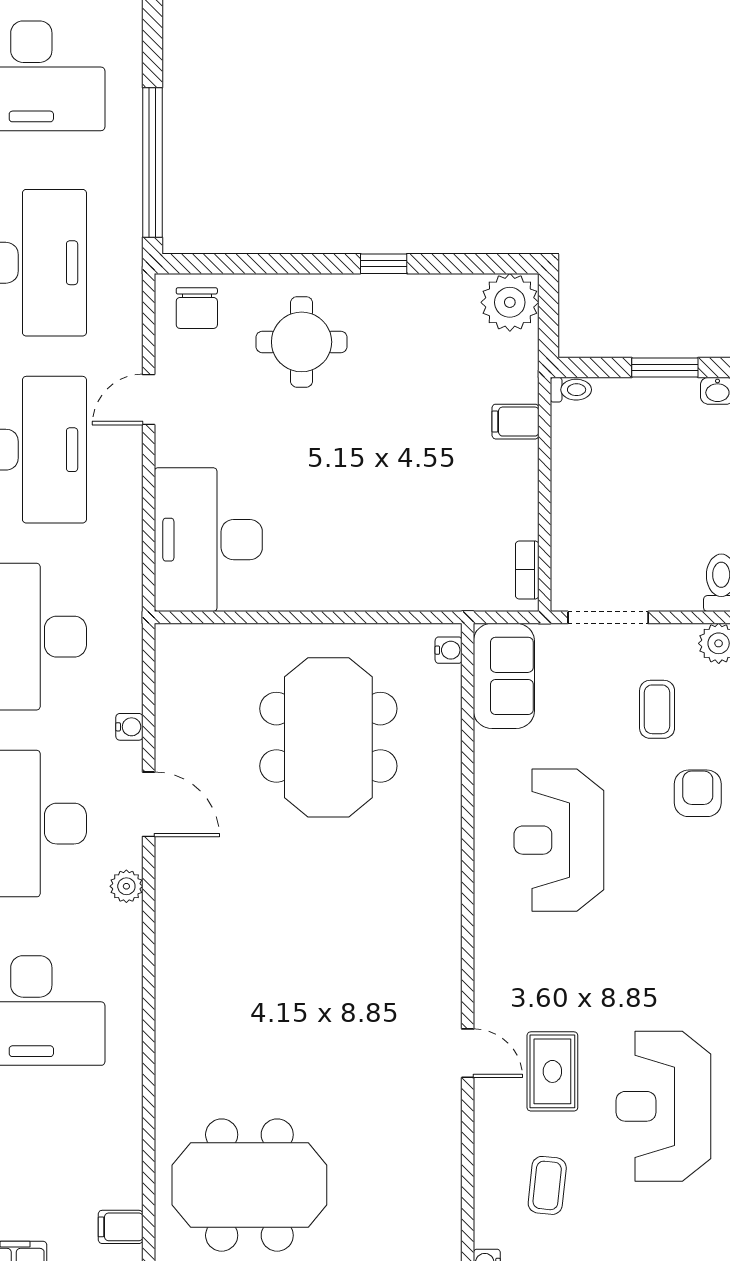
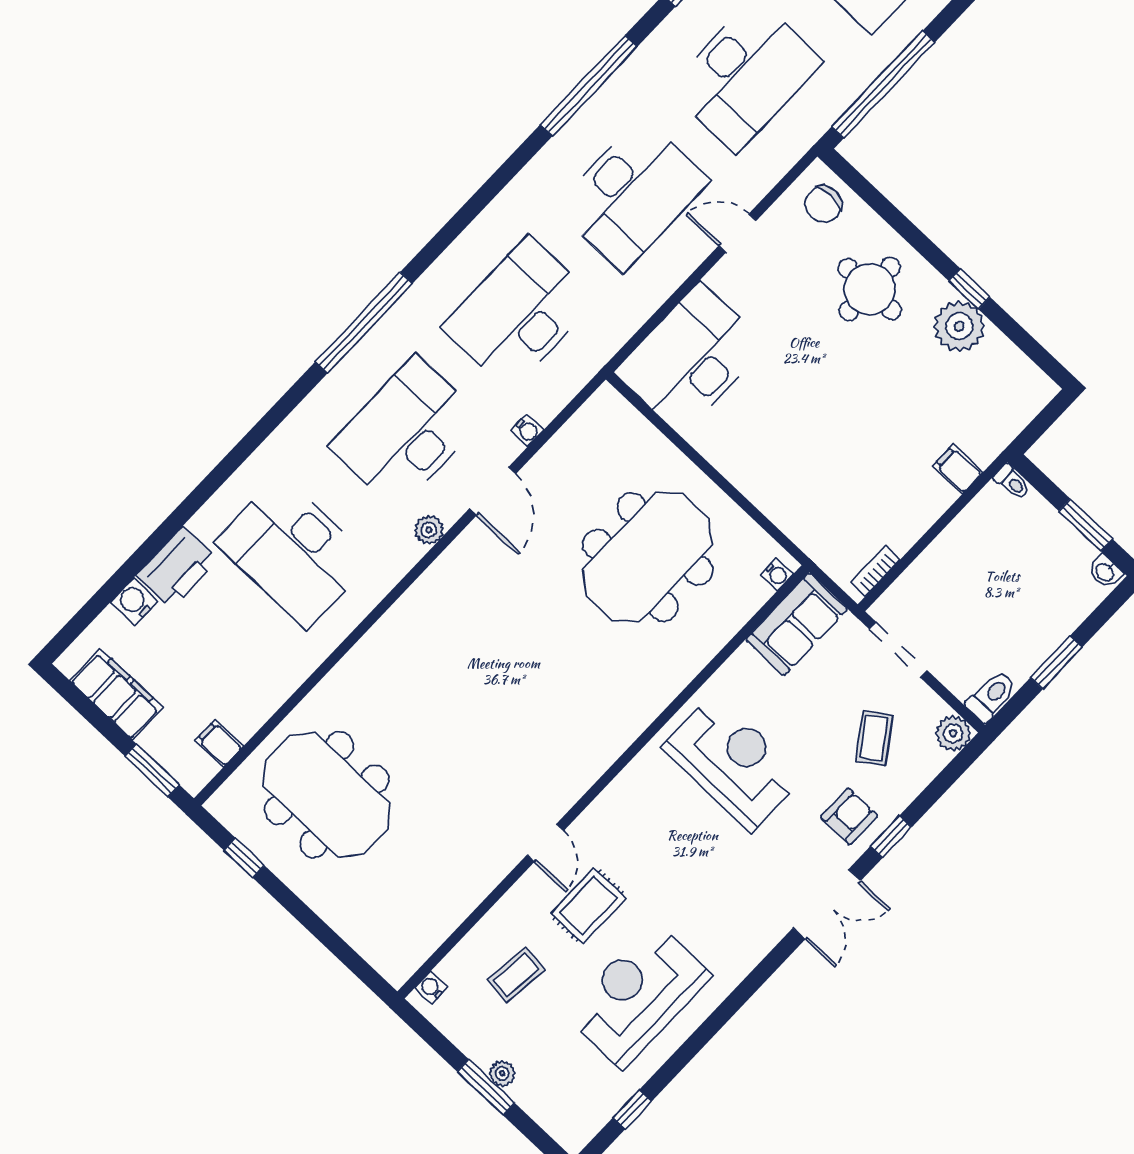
plant: (510, 302) -> (959, 326), moved
coffee table: (657, 709) -> (874, 738), turned -35
reception desk: (559, 840) -> (732, 762), turned 90

